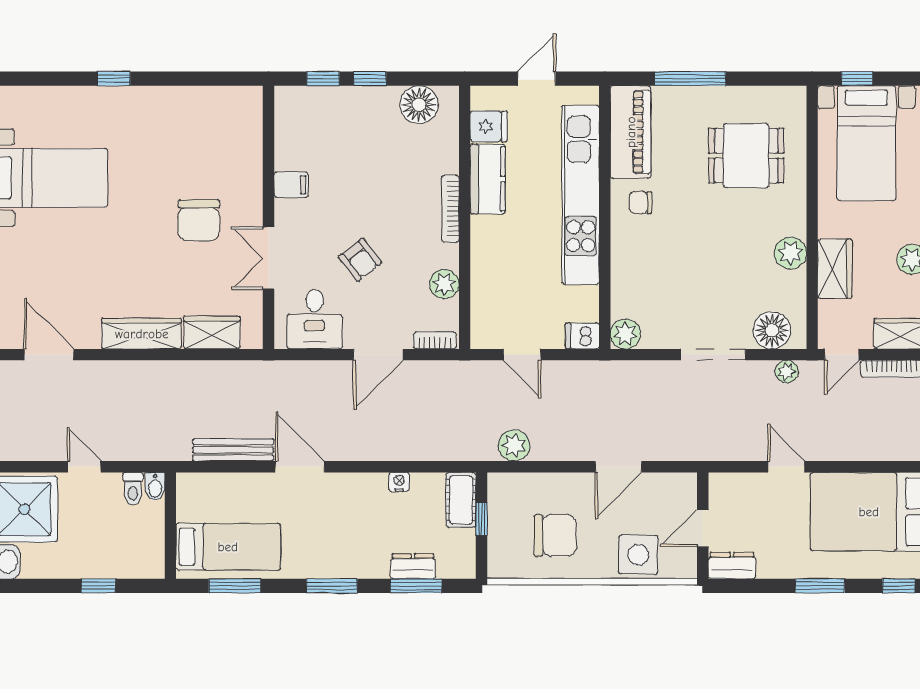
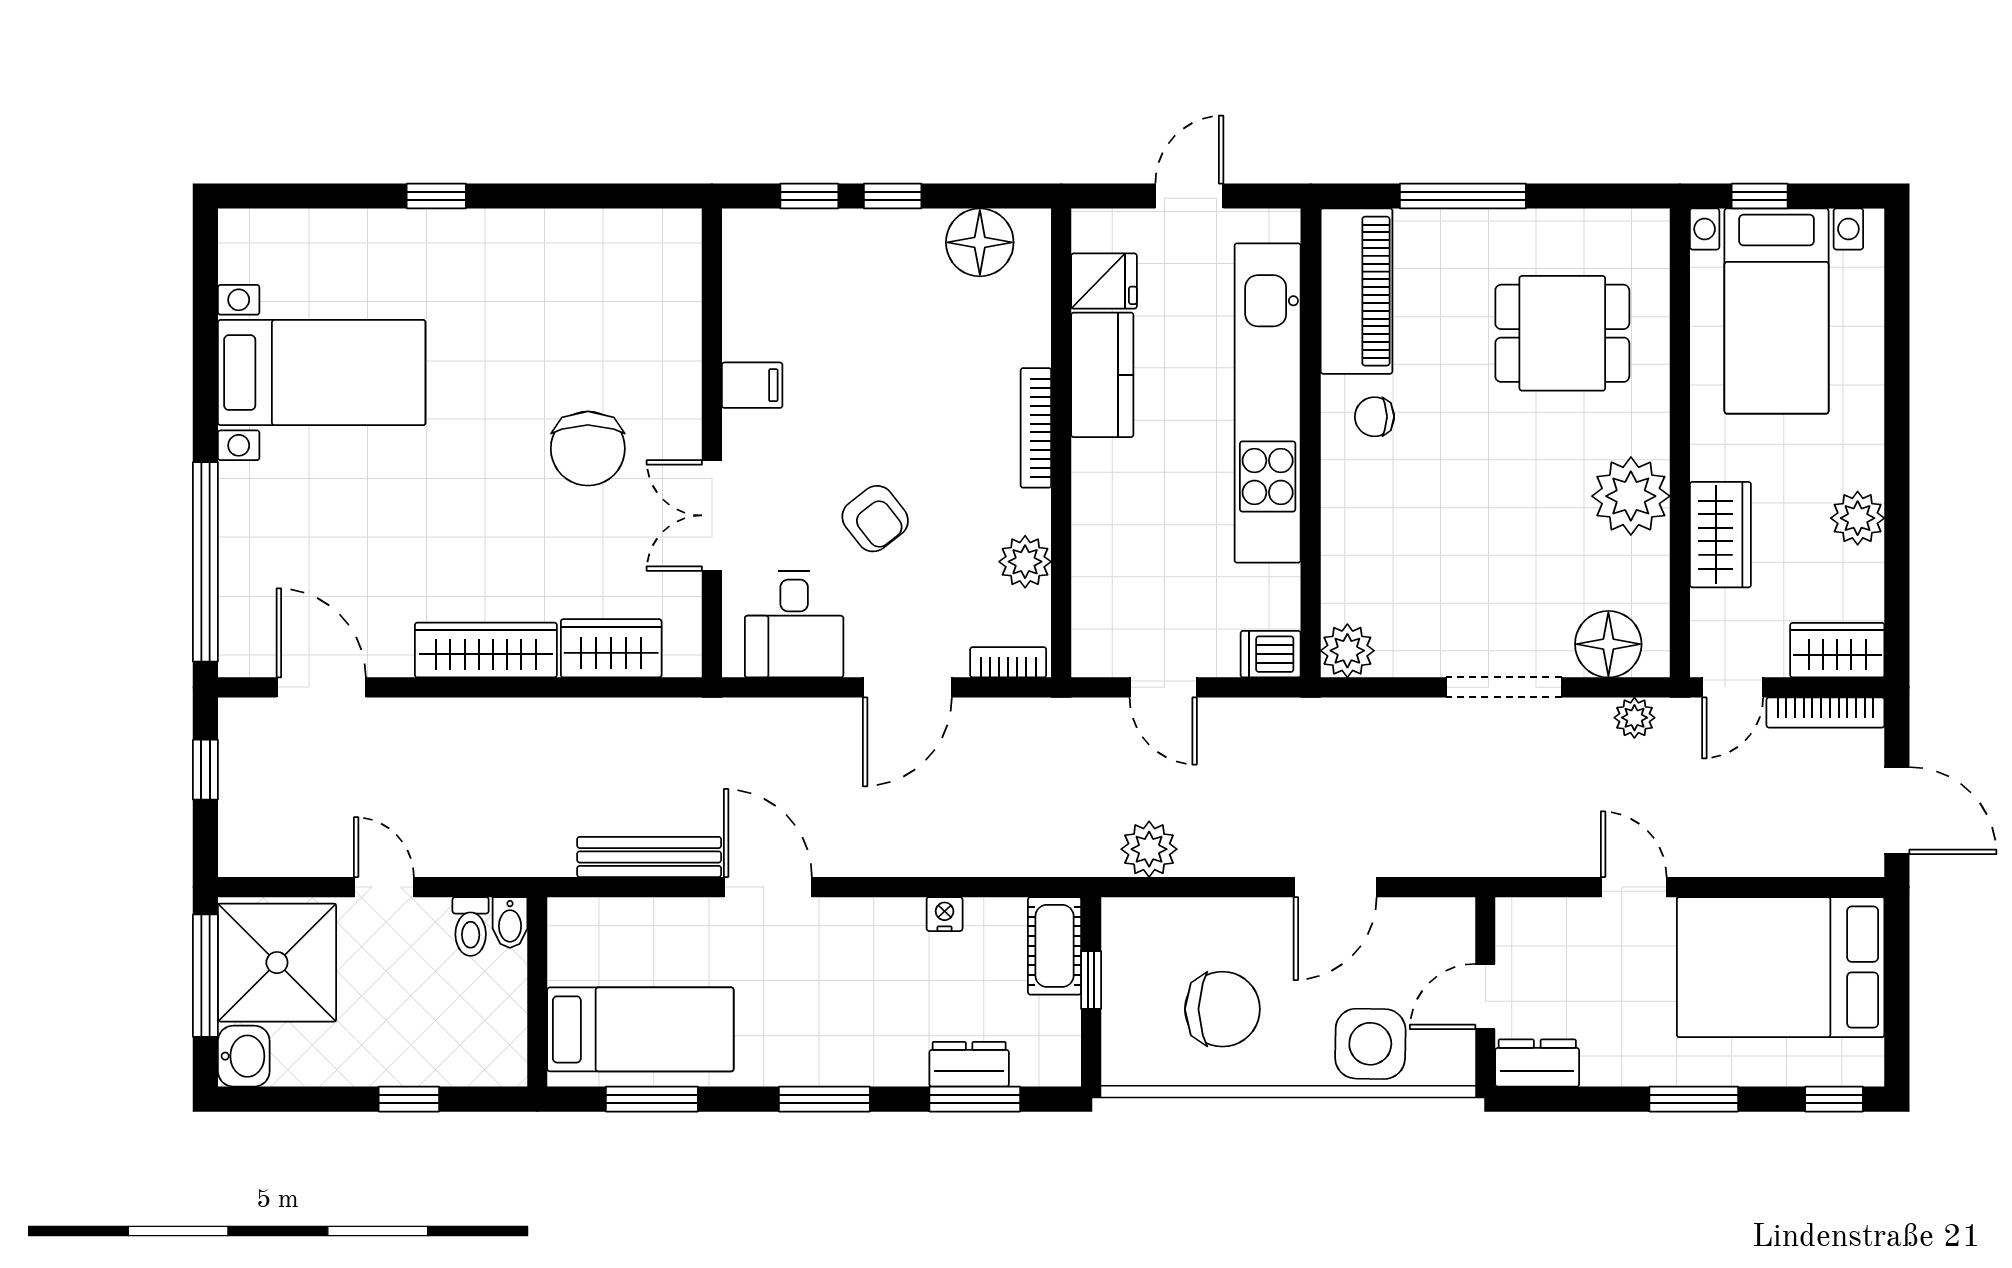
plant: (790, 253) -> (1631, 496), width x1.36, depth x1.36

